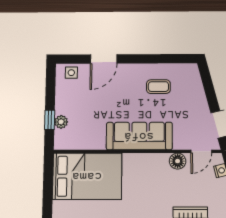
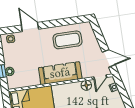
door: (104, 59) -> (30, 27), swing flipped
coffee table: (158, 87) -> (67, 40), width x1.86, depth x1.72

